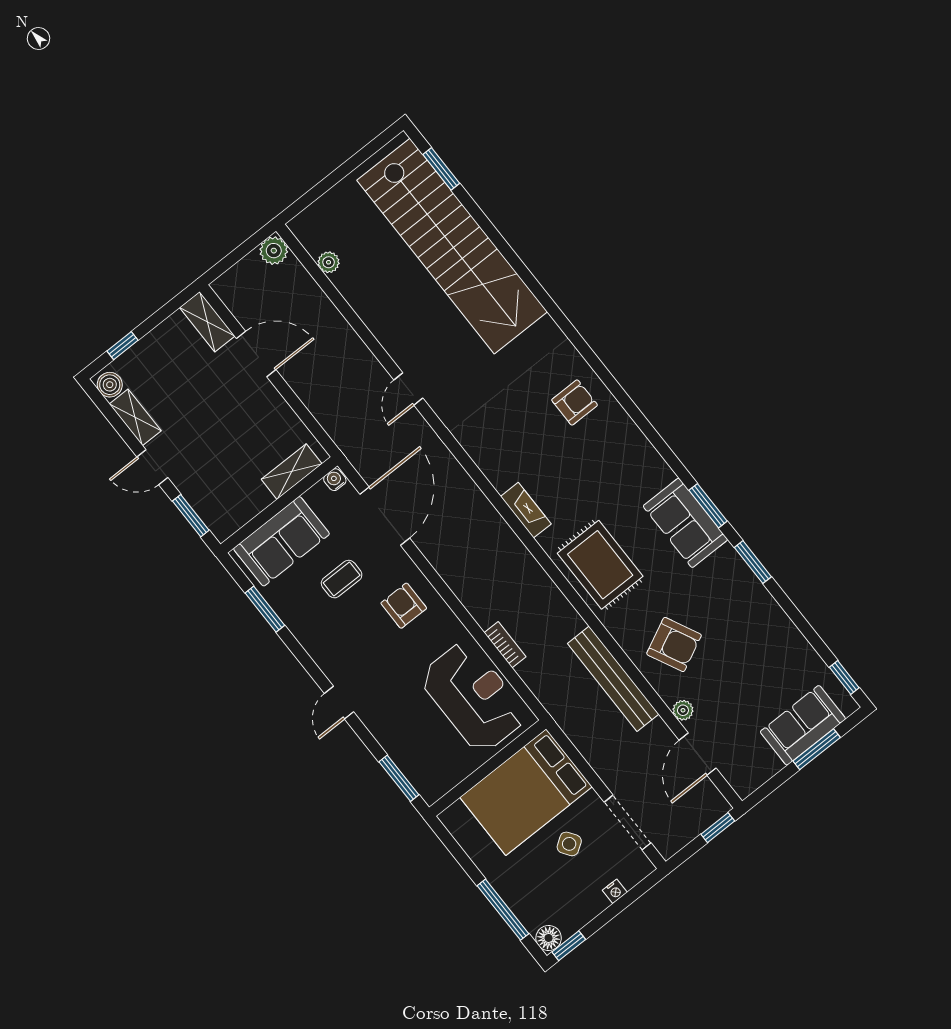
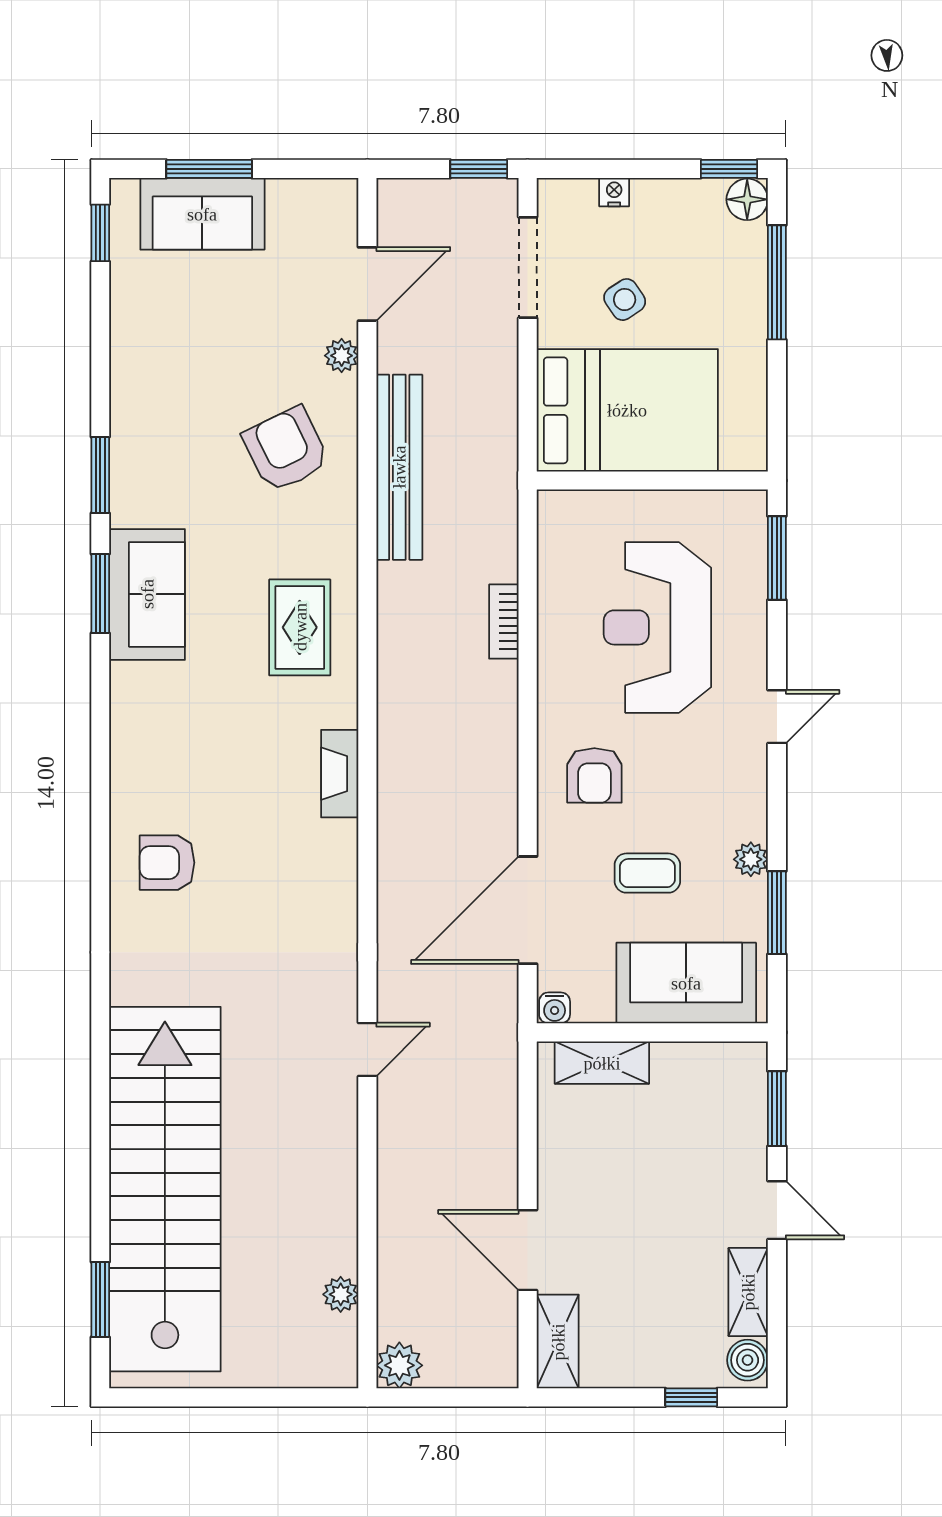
rug: (600, 565) -> (300, 627), width x0.73, depth x0.70
plant: (297, 625) -> (751, 859), added
reception desk: (473, 697) -> (657, 627), moved
window: (718, 828) -> (479, 169), moved

